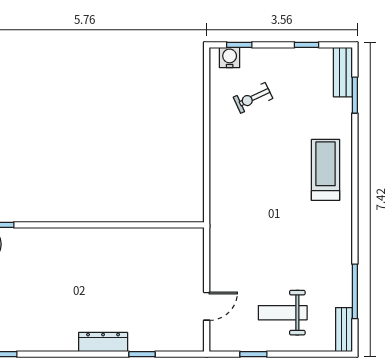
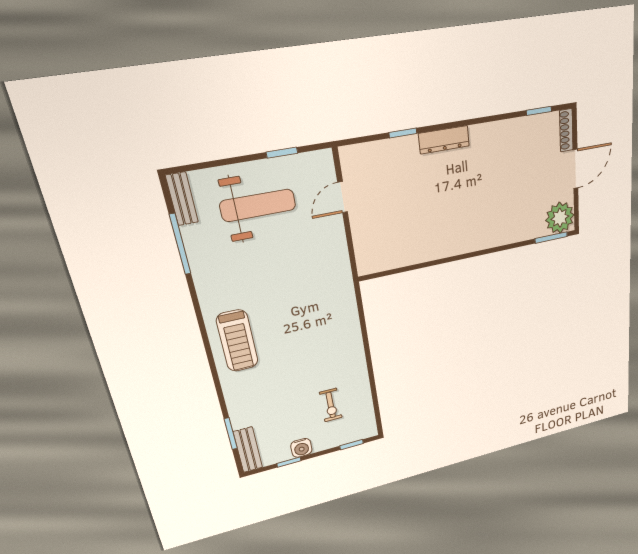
water cooler: (230, 58) -> (301, 448), moved
exercise bike: (253, 98) -> (331, 405), turned 115
treadmill: (326, 170) -> (237, 341), moved
weight bench: (283, 313) -> (258, 205), width x1.36, depth x1.33

